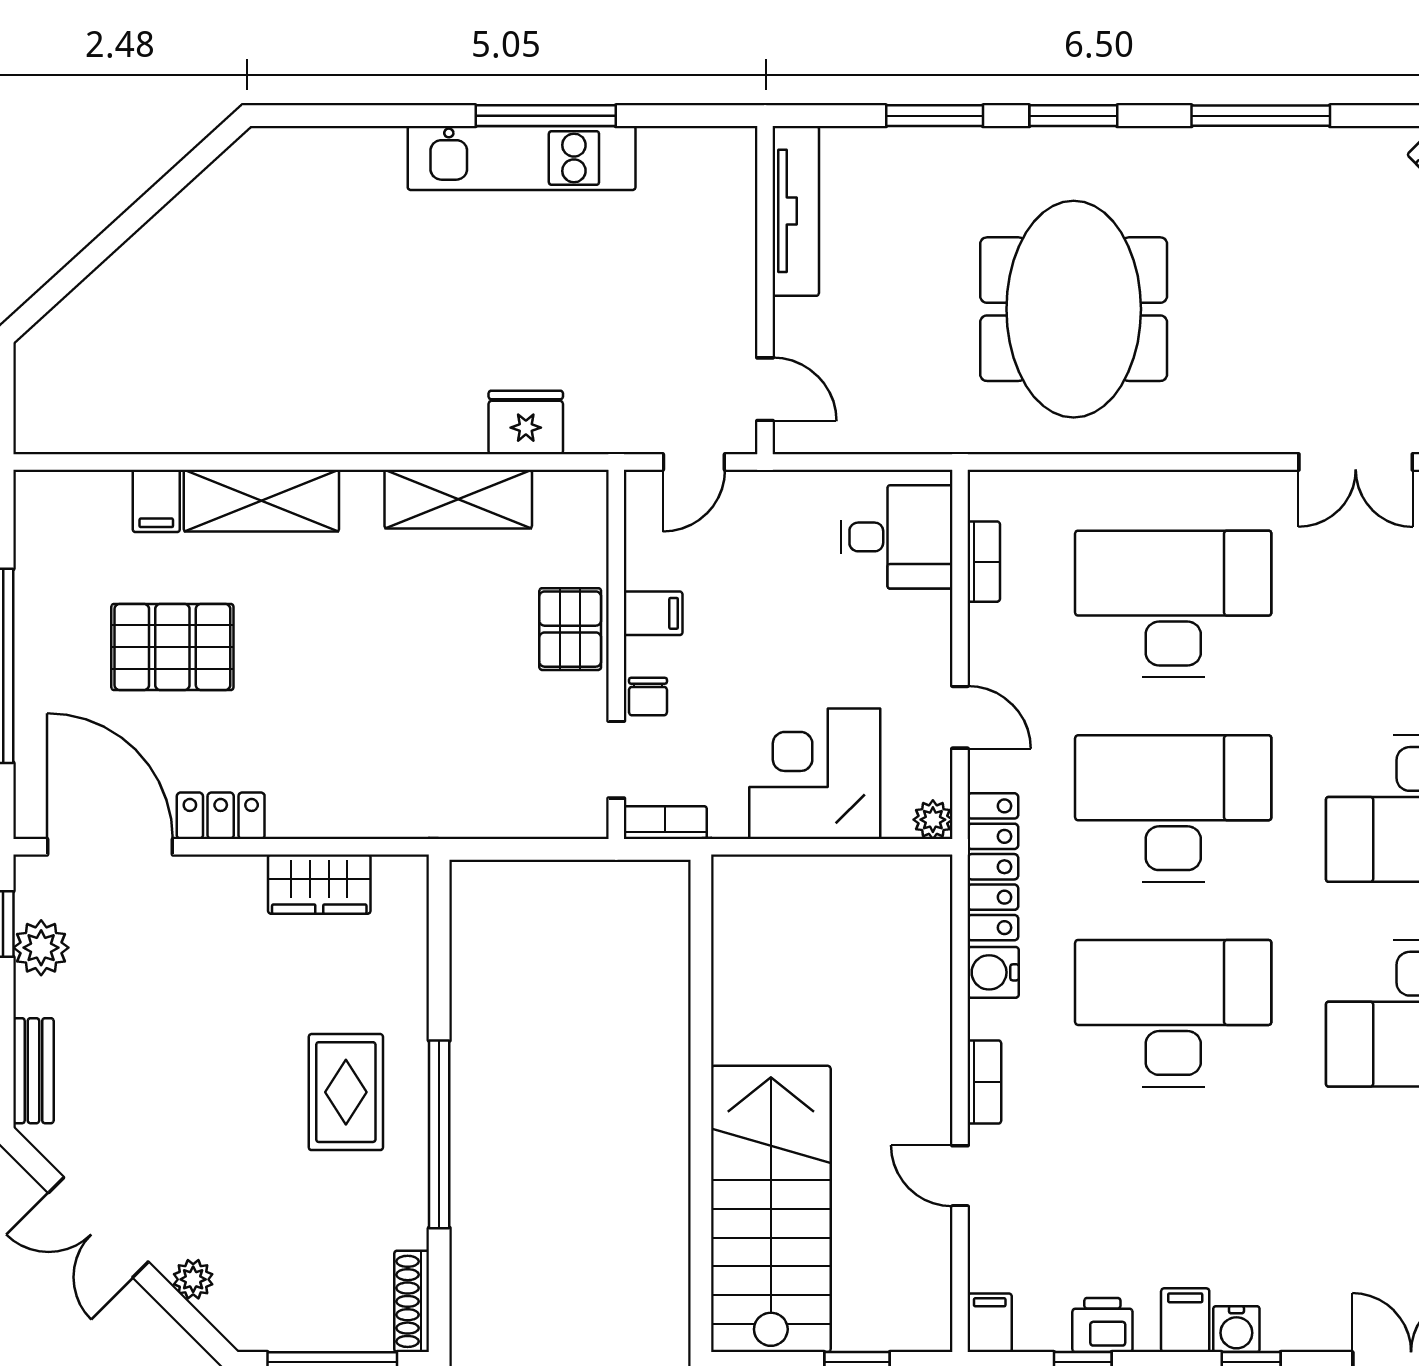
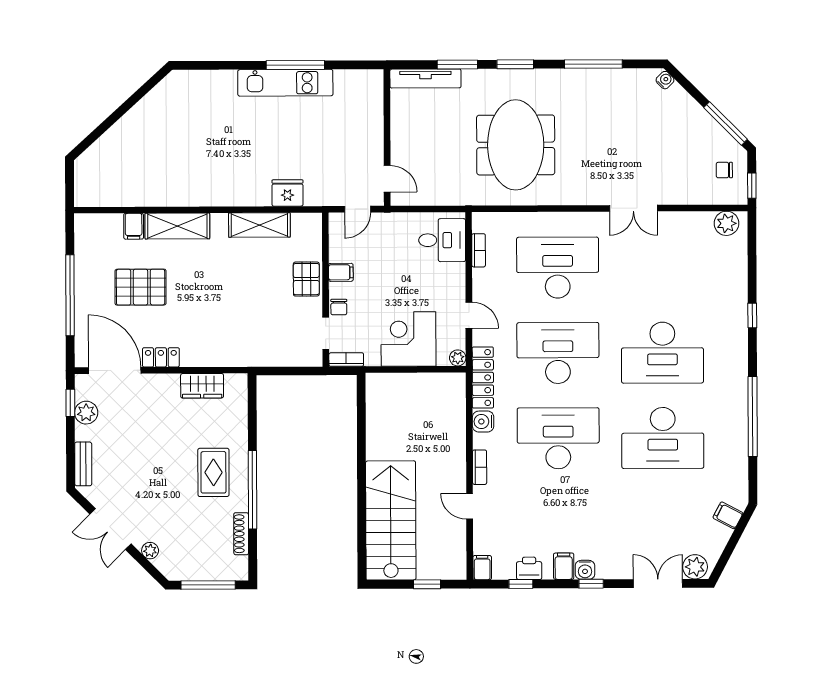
tv unit: (796, 211) -> (425, 78), moved, turned 90
shoe rack: (412, 1301) -> (241, 534), moved

